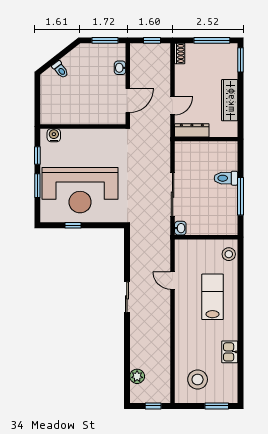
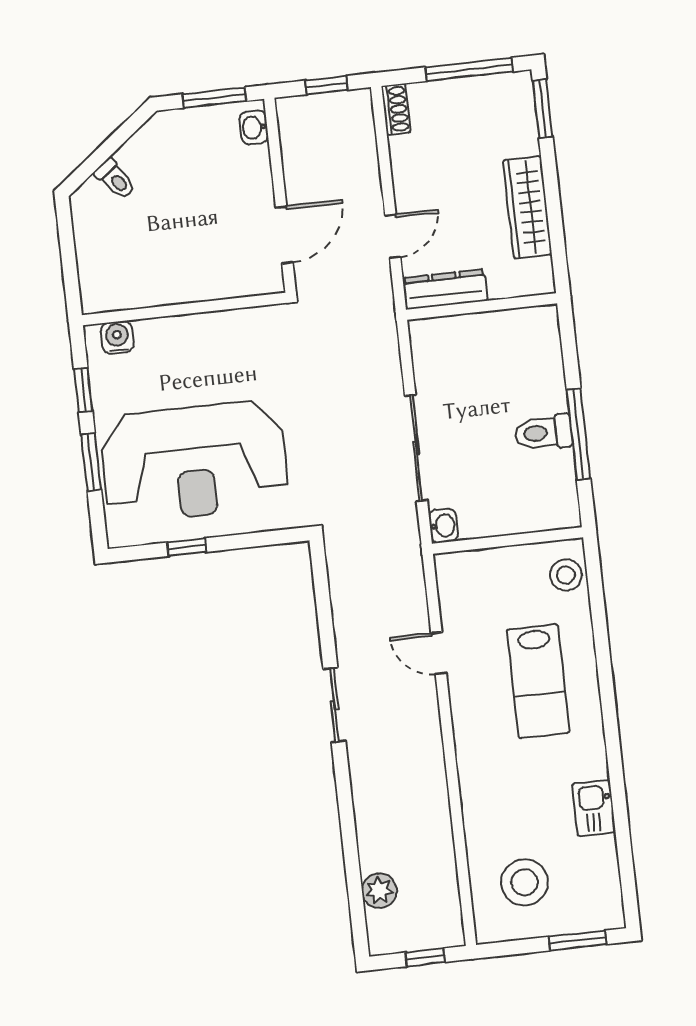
washbasin: (120, 68) -> (254, 127), moved
toilet: (226, 178) -> (543, 432), moved
lab bench: (212, 297) -> (538, 681), turned 180

